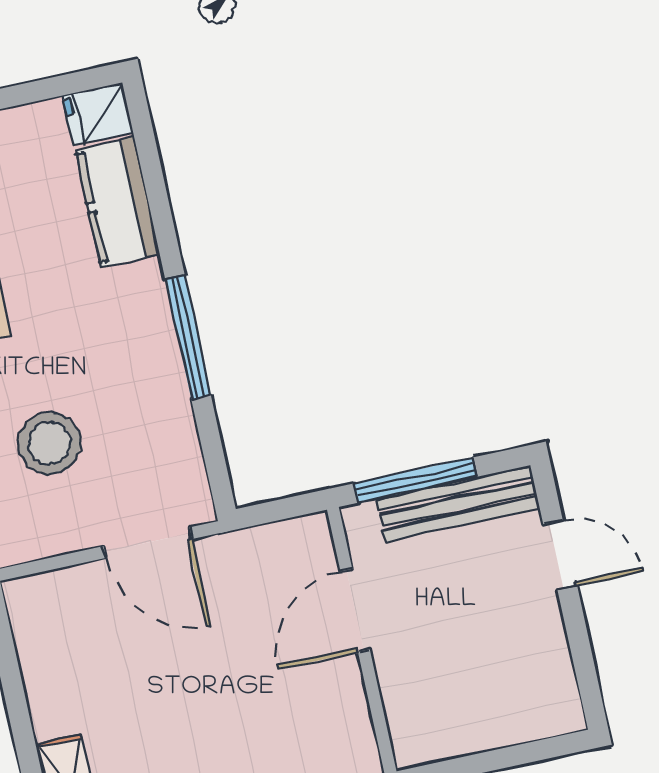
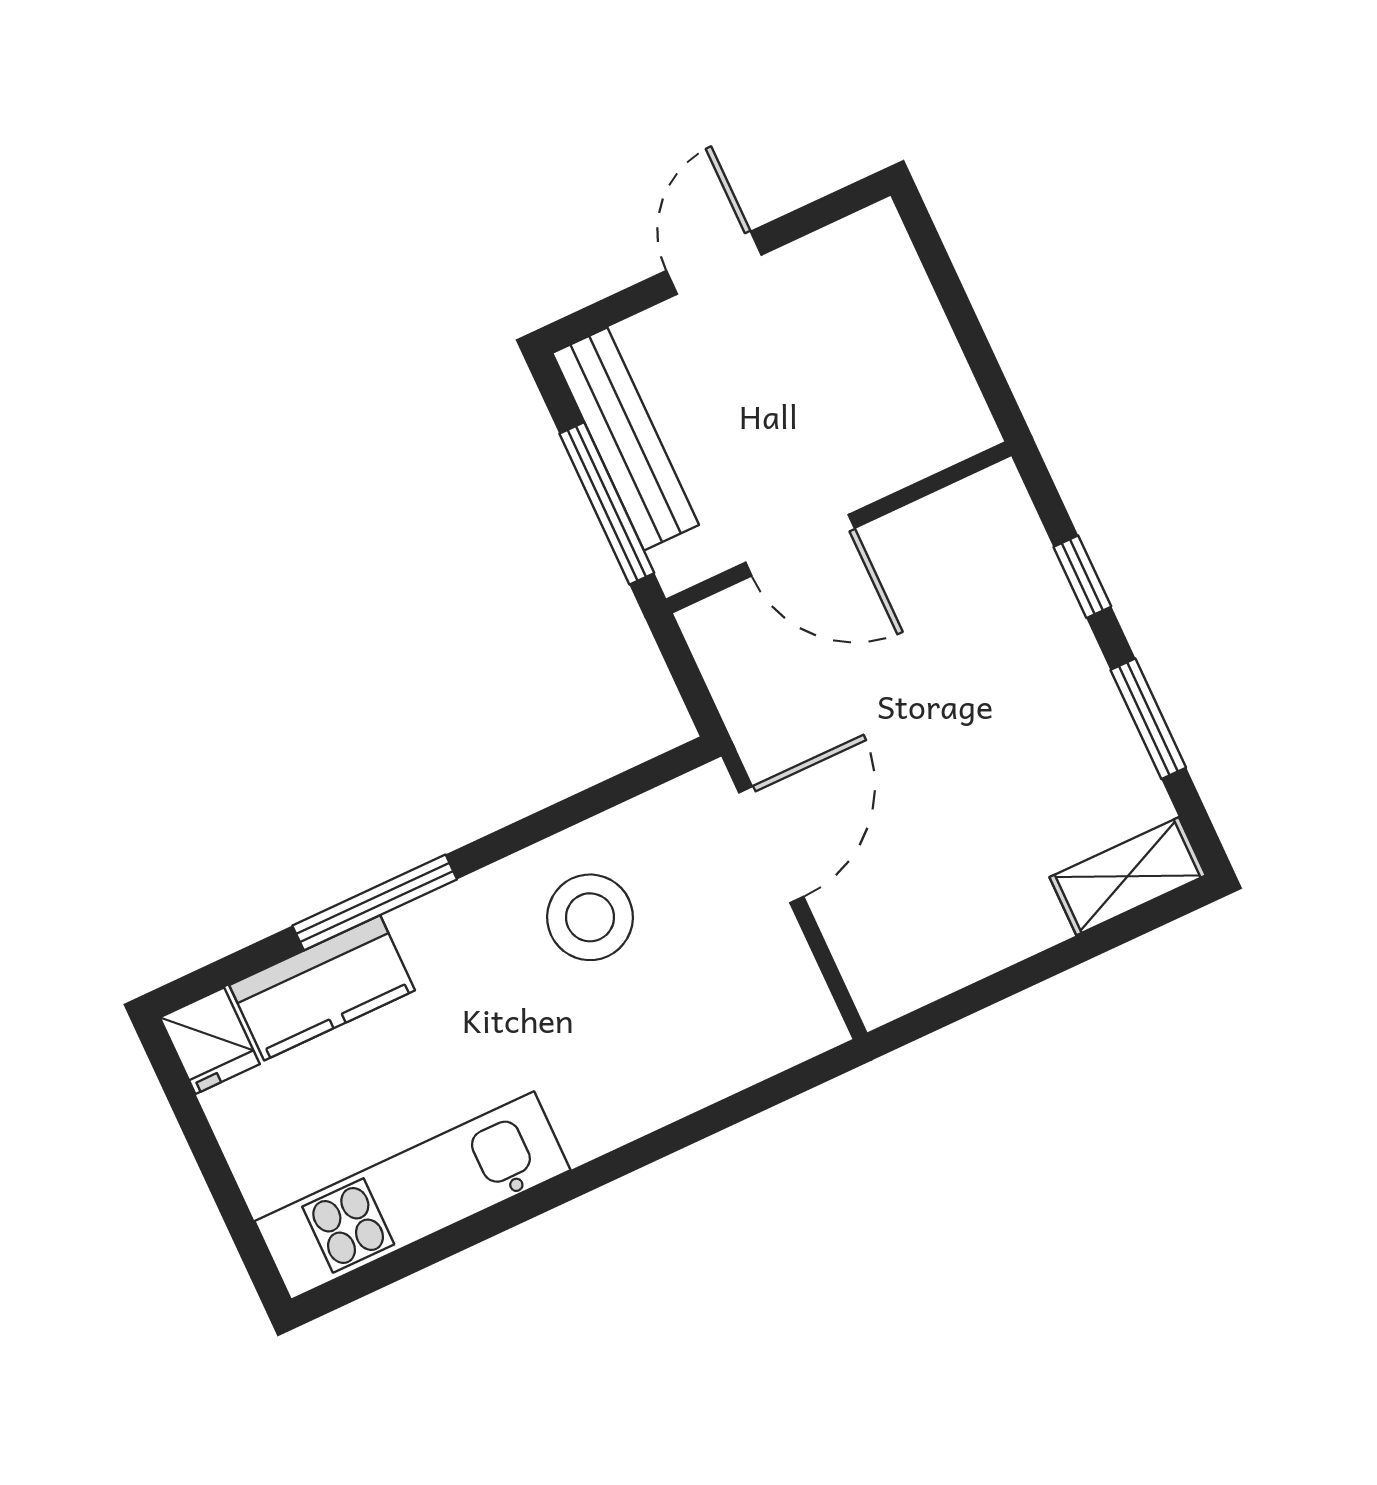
window: (188, 337) -> (375, 902), moved
stool: (49, 443) -> (590, 917), moved
door: (560, 555) -> (714, 263), moved

